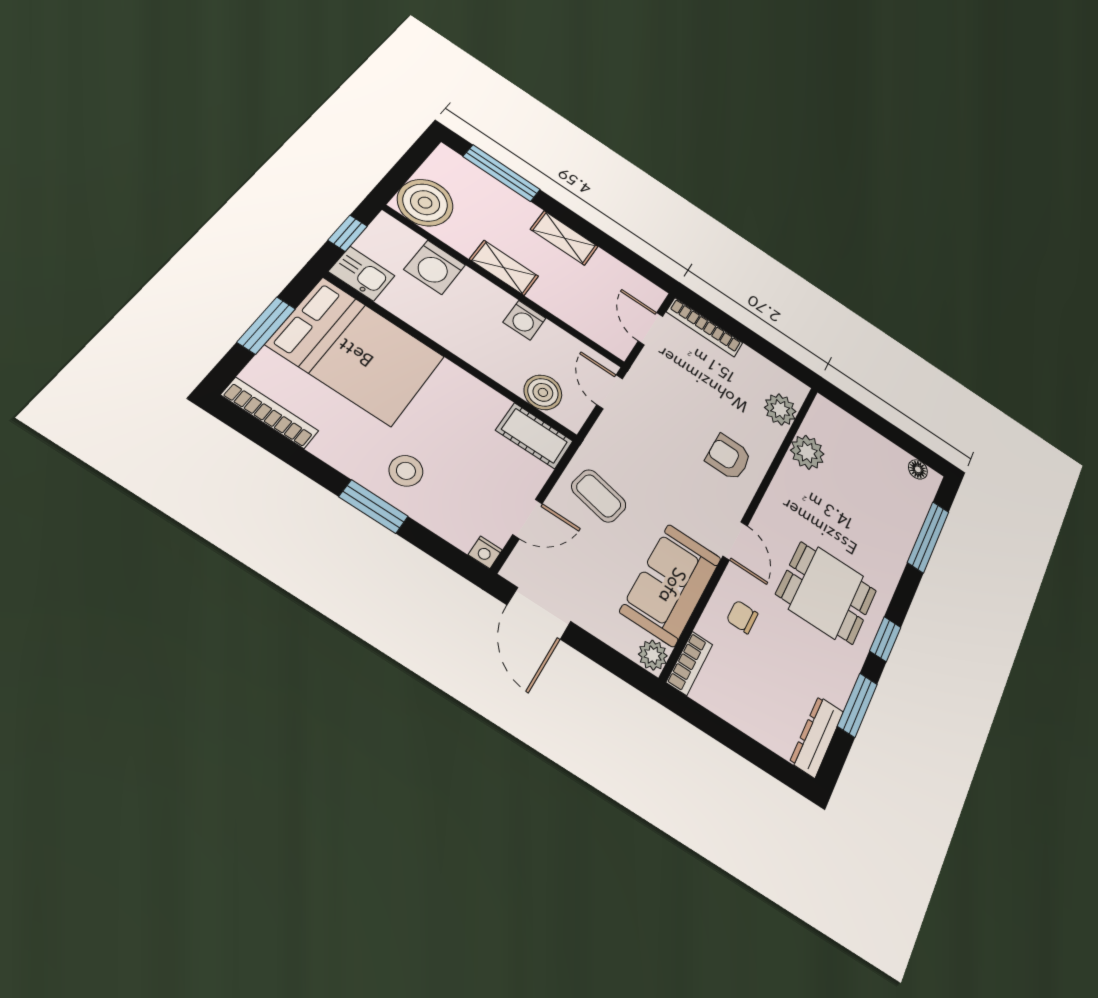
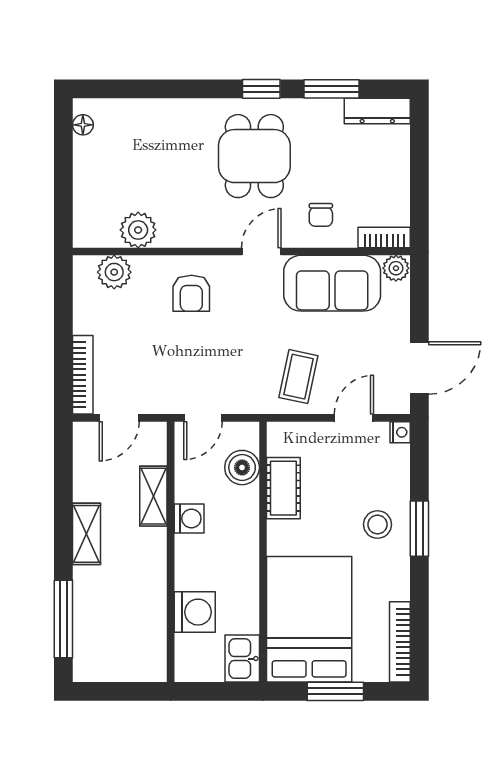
boiler: (425, 203) -> (141, 656), removed
window: (348, 233) -> (215, 691), removed
shelving: (504, 268) -> (153, 496), moved
cot: (534, 436) -> (283, 488), moved
door: (527, 519) -> (354, 418), hinge flipped
window: (928, 537) -> (143, 89), removed

